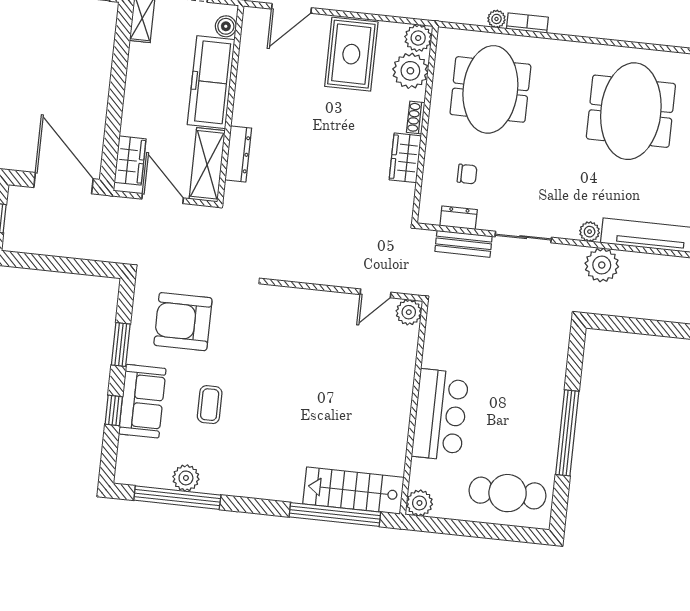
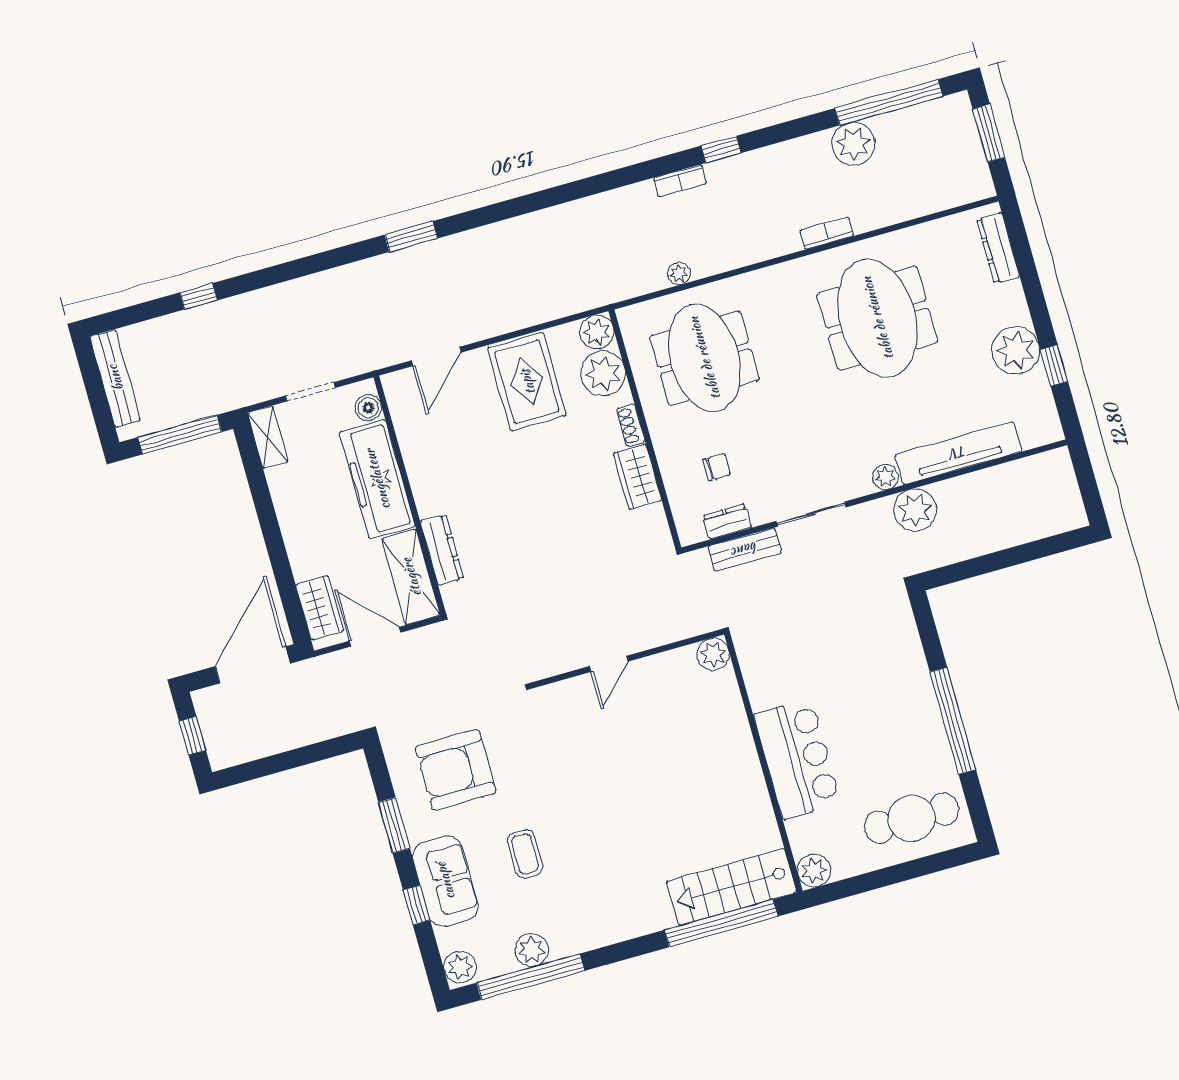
bookcase: (527, 23) -> (827, 233), moved
door: (63, 183) -> (253, 665), hinge flipped
door: (376, 293) -> (609, 664), moved
plant: (128, 469) -> (460, 967), added

